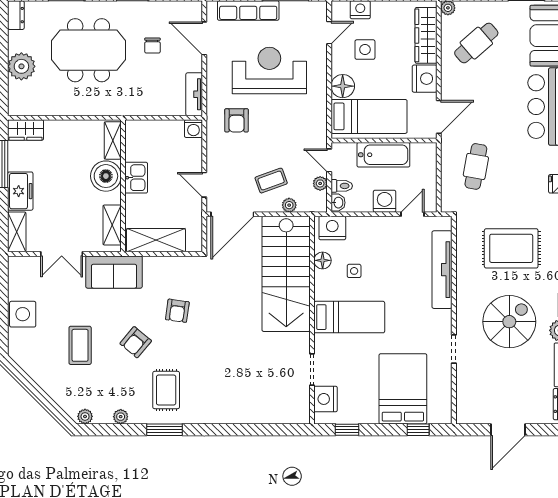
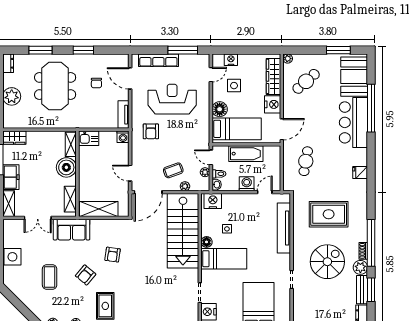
meeting table: (88, 50) -> (55, 86), turned 90
kitchen sink: (136, 178) -> (89, 138), moved, turned 90
floor lamp: (323, 260) -> (207, 242), moved

